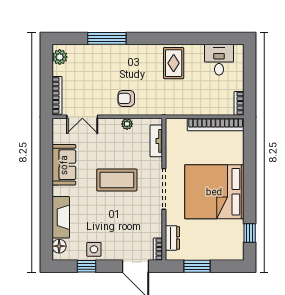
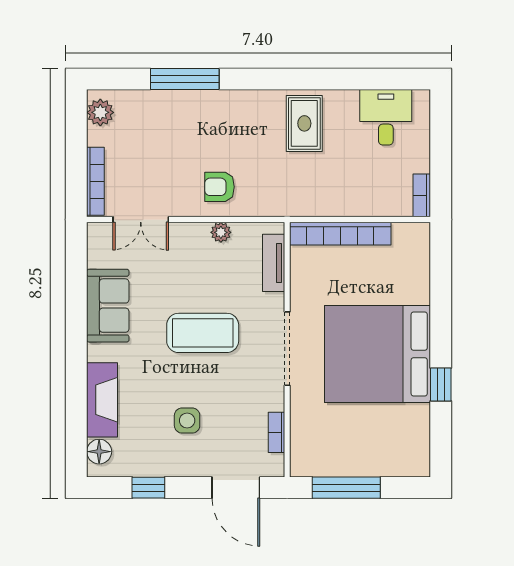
bookcase: (216, 125) -> (340, 234), moved
window: (250, 233) -> (441, 385), moved
dresser: (172, 238) -> (302, 437), removed
side table: (94, 249) -> (187, 421), moved
bookcase: (158, 249) -> (276, 432), moved
window: (197, 266) -> (346, 488), width x1.44

